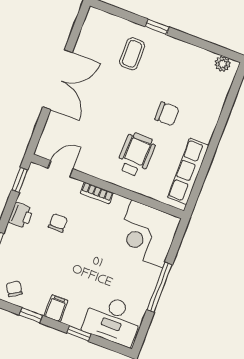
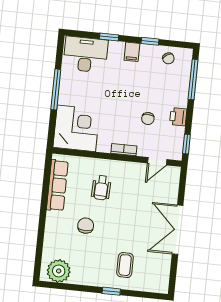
plant: (223, 64) -> (59, 271), width x1.87, depth x1.87
chair: (167, 114) -> (86, 226), turned 90
wheelchair: (136, 154) -> (101, 188), width x0.73, depth x0.73

